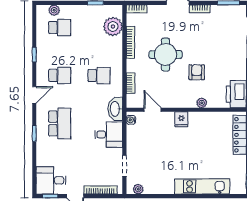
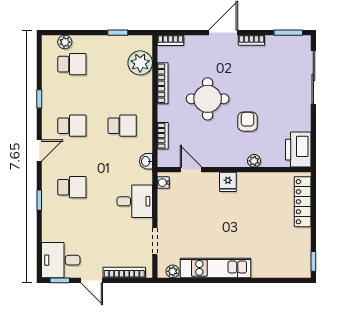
washbasin: (115, 109) -> (146, 161), width x0.52, depth x0.69
school desk: (60, 123) -> (72, 187), width x0.54
kitchen unit: (202, 186) -> (216, 268), moved

